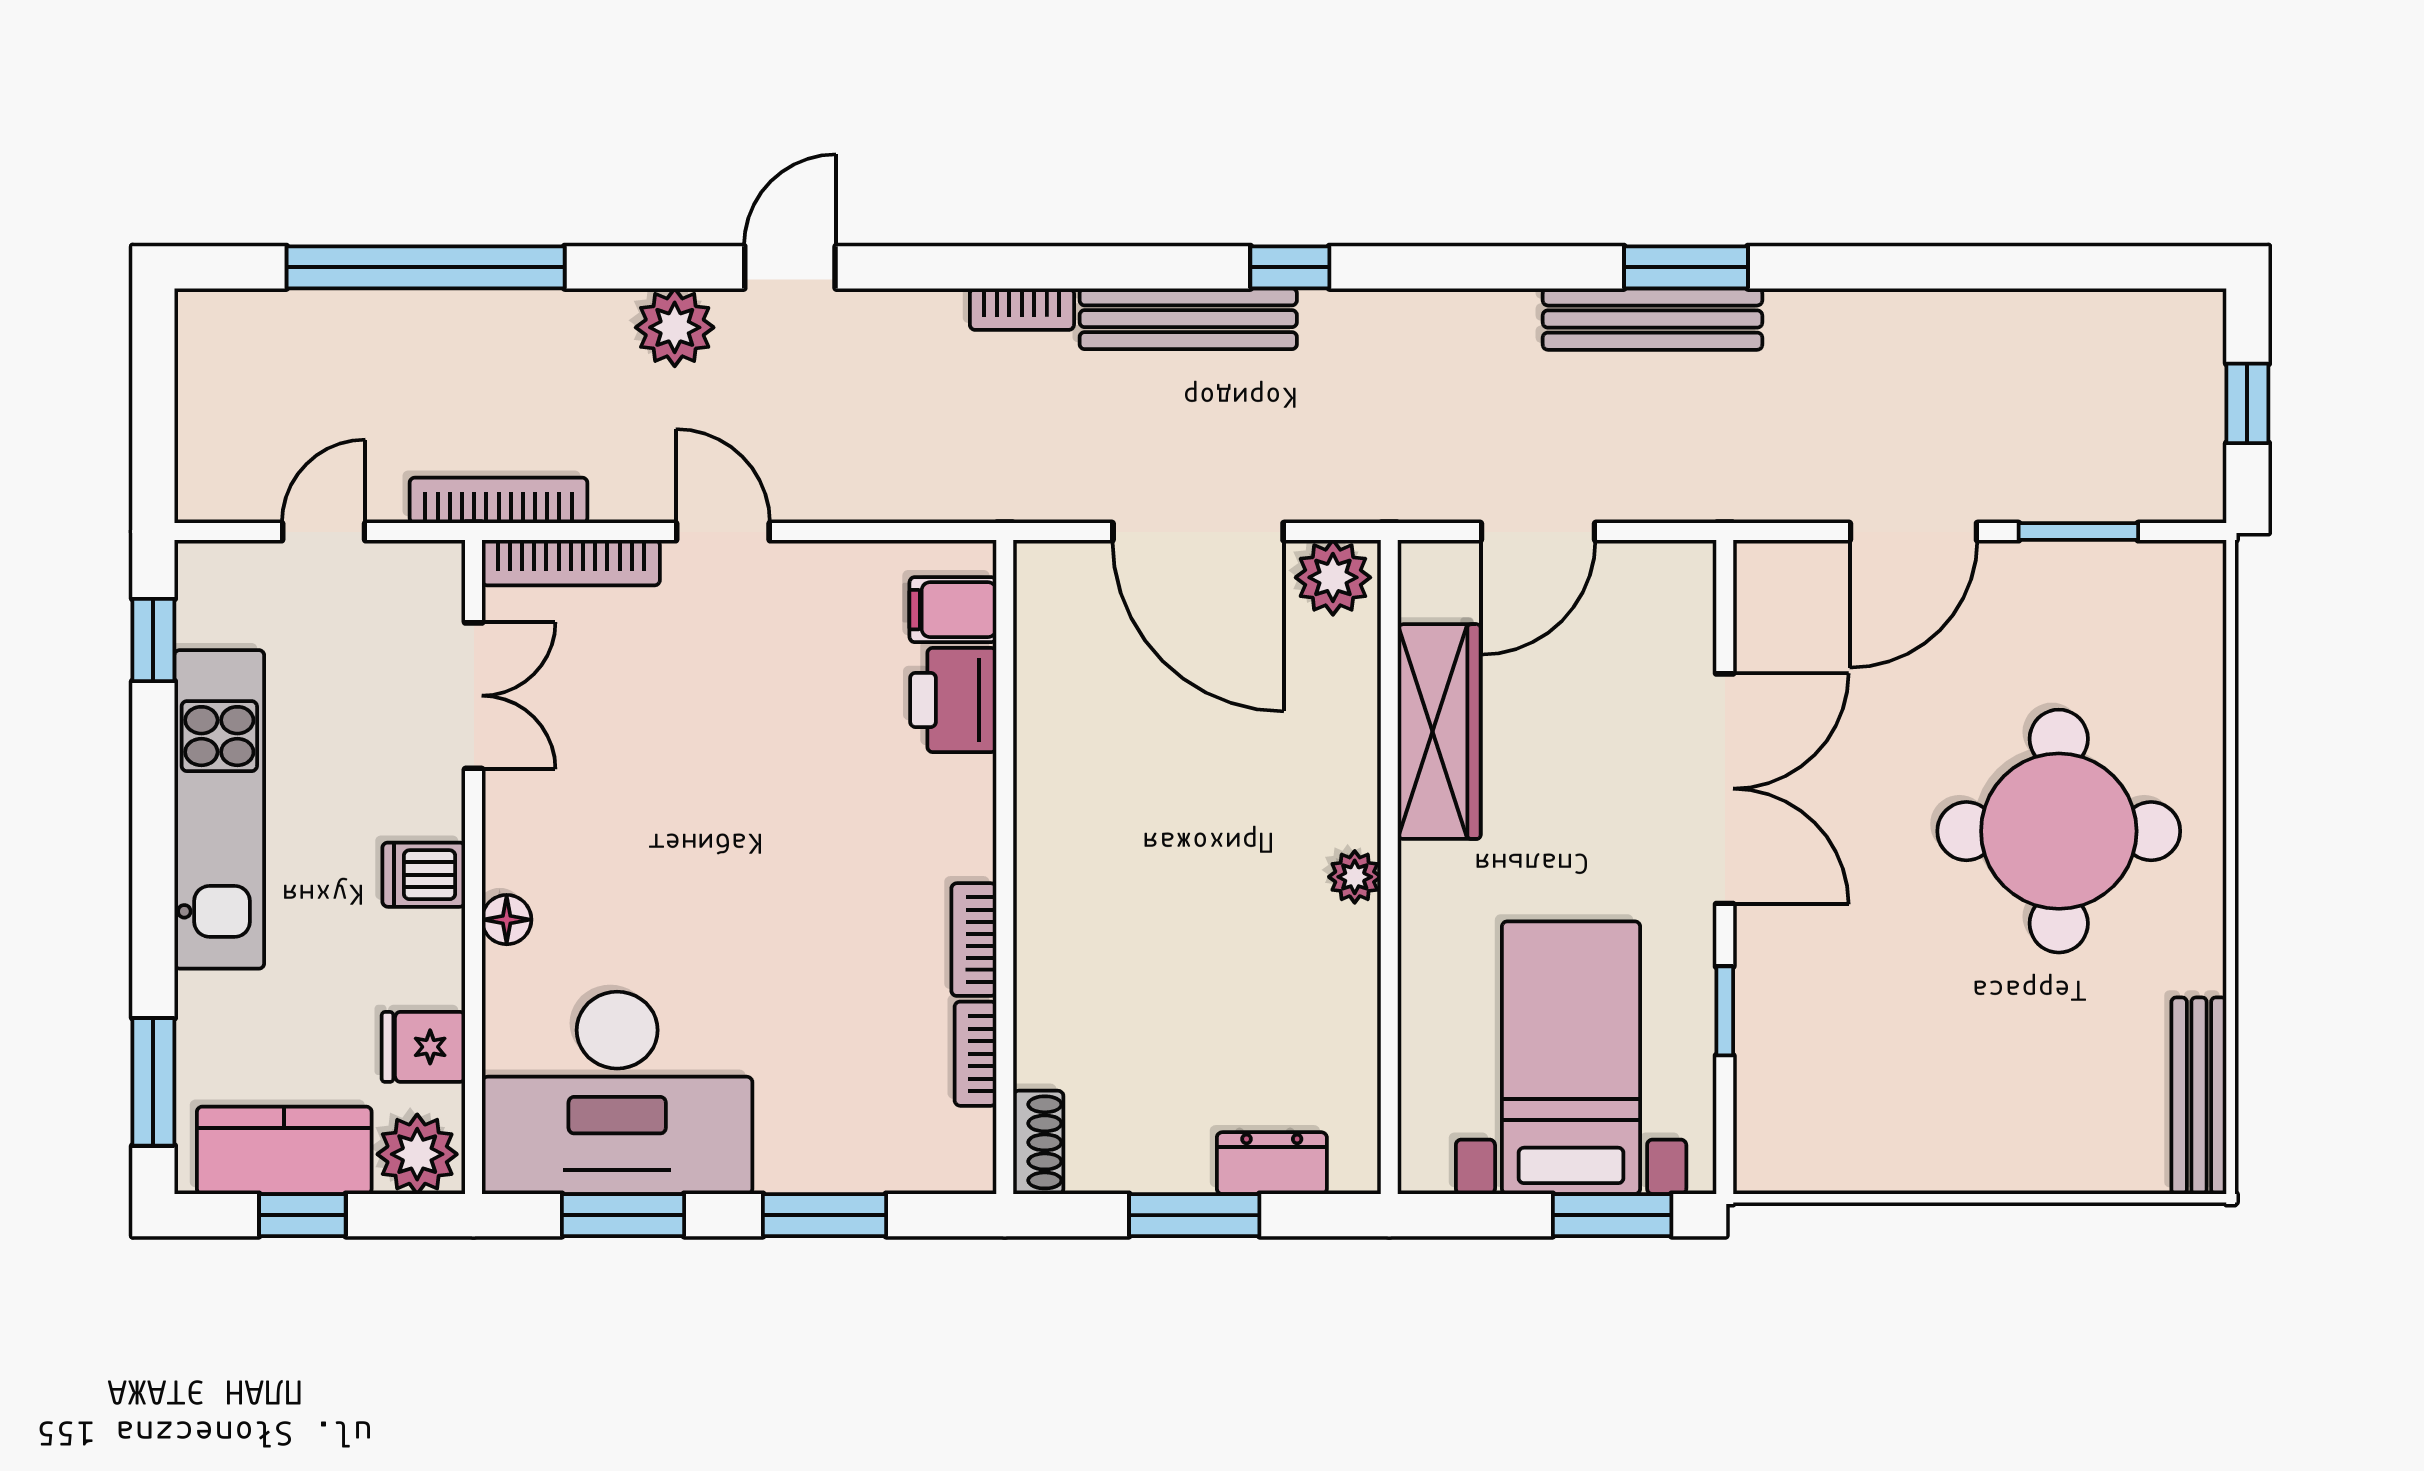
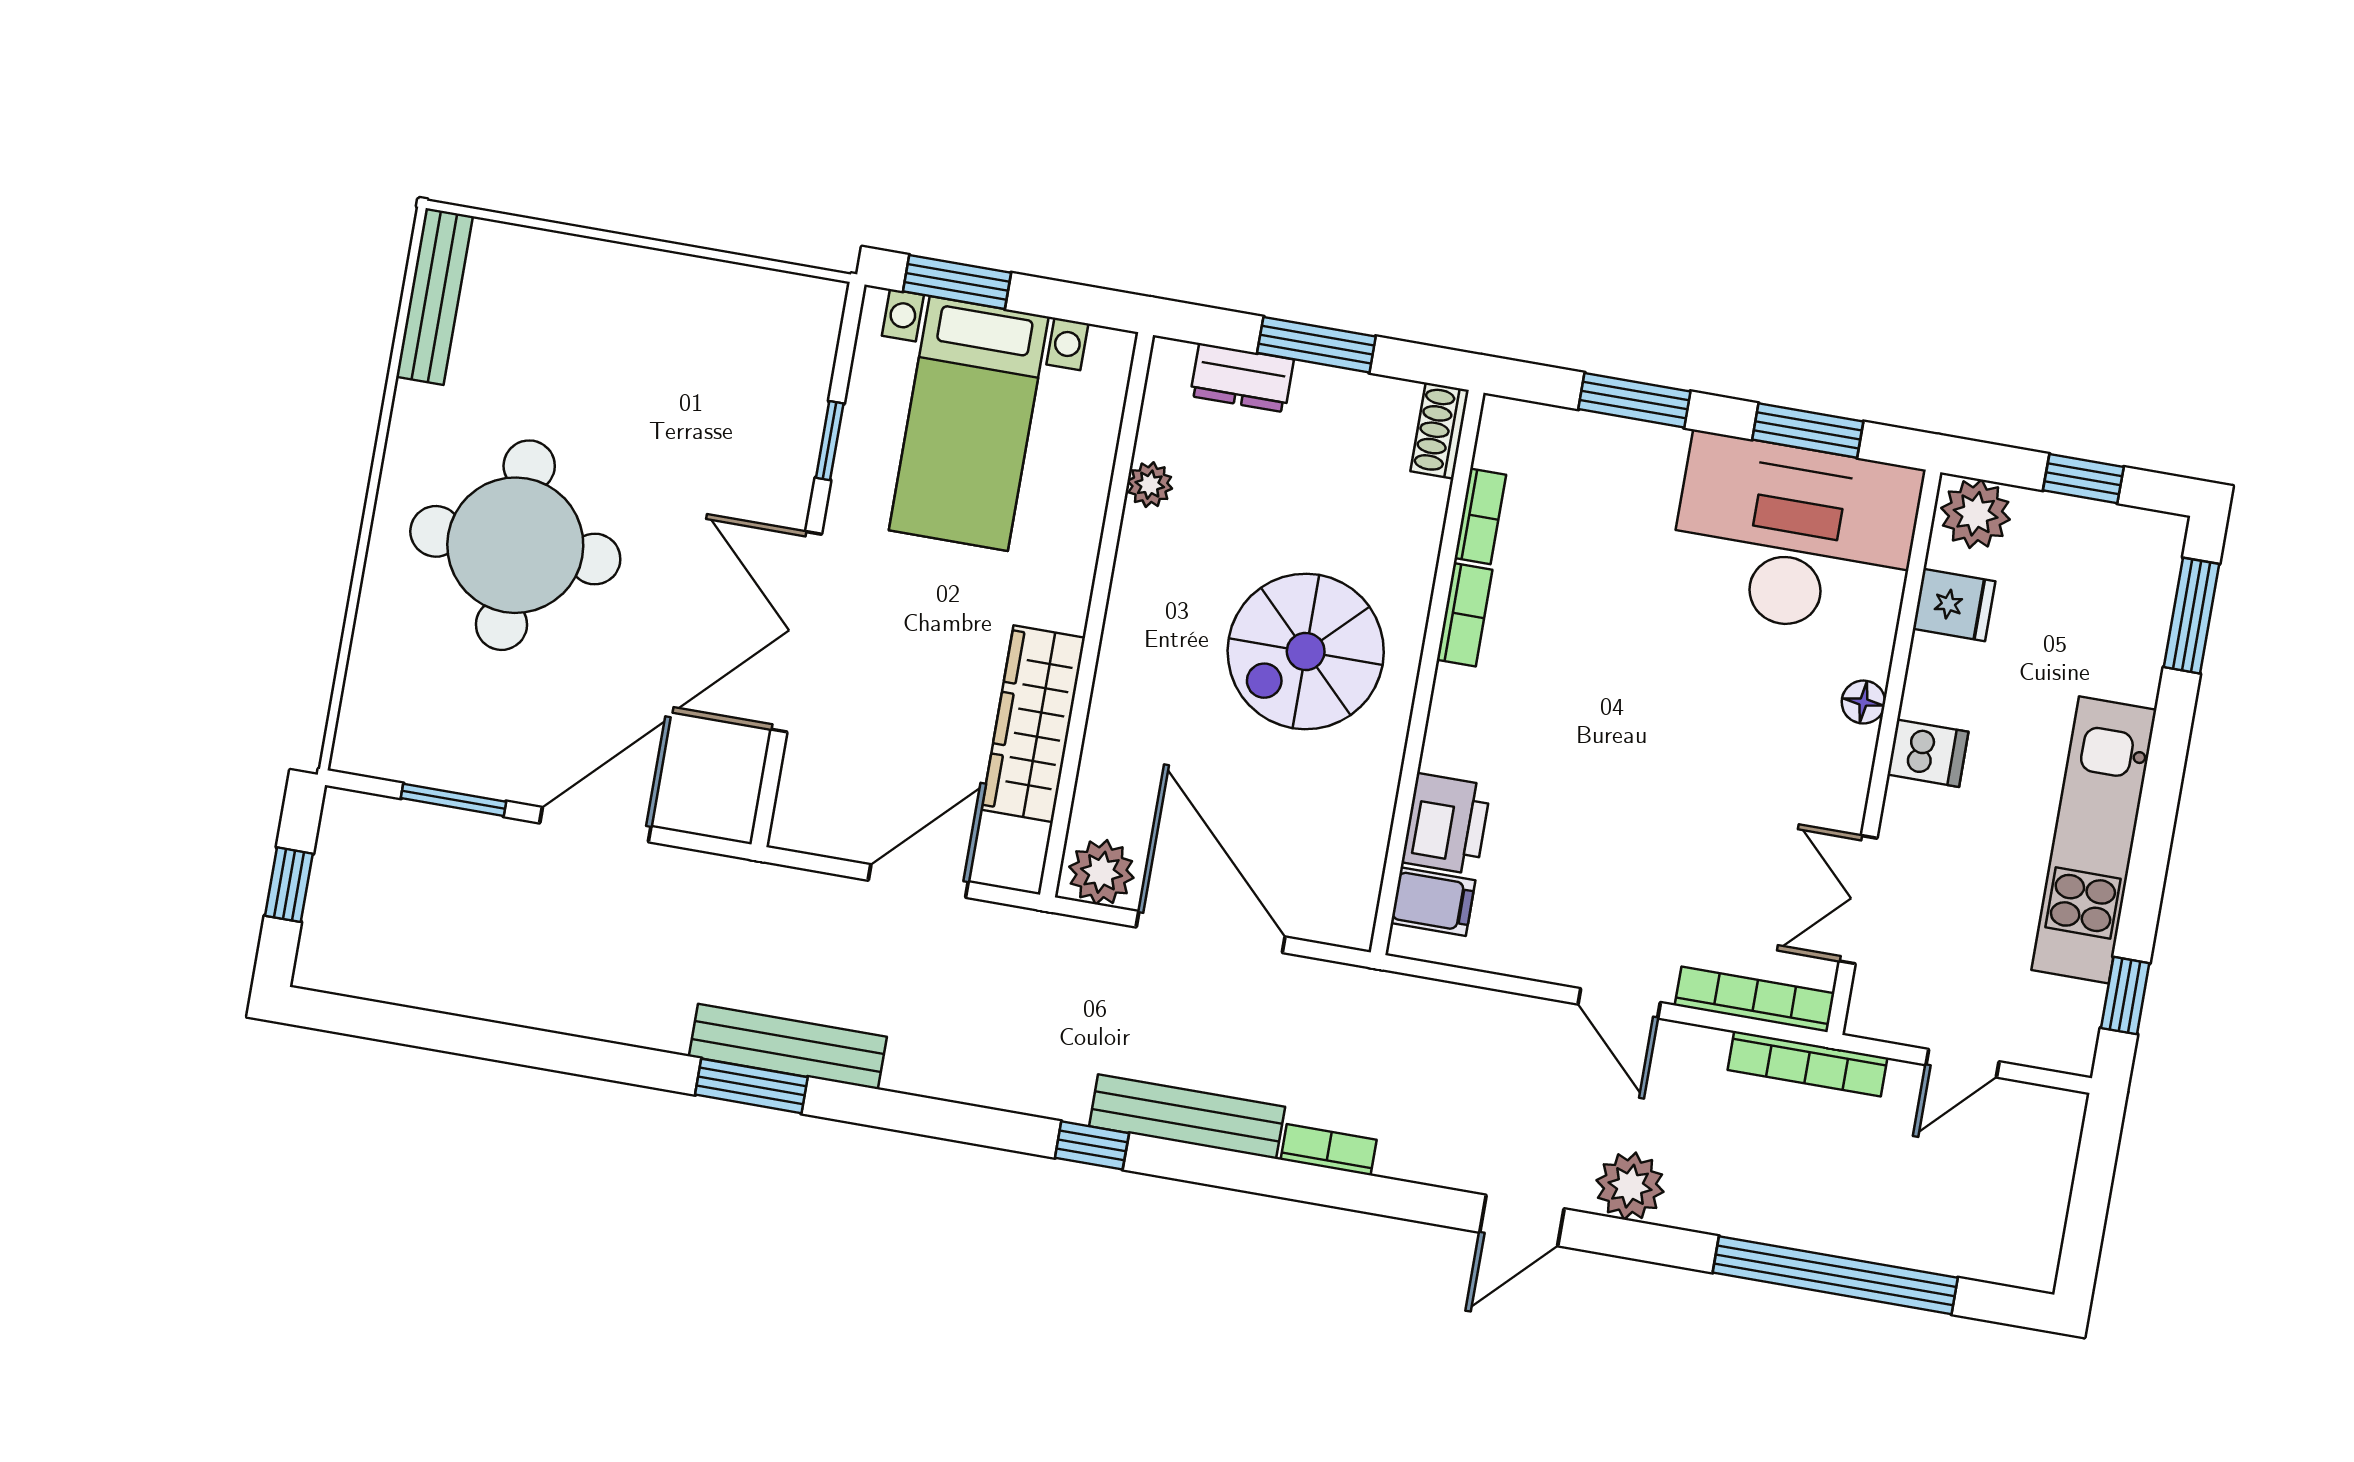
spiral stairs: (1146, 867) -> (1306, 651), added
plant: (1355, 877) -> (1150, 485), moved
kitchen counter: (284, 1150) -> (2089, 537), removed

